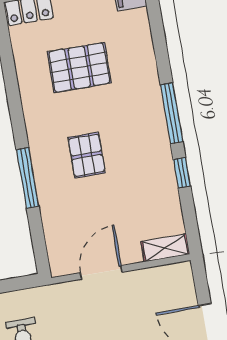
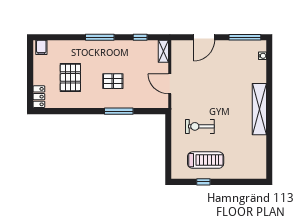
window: (182, 173) -> (140, 37), moved

